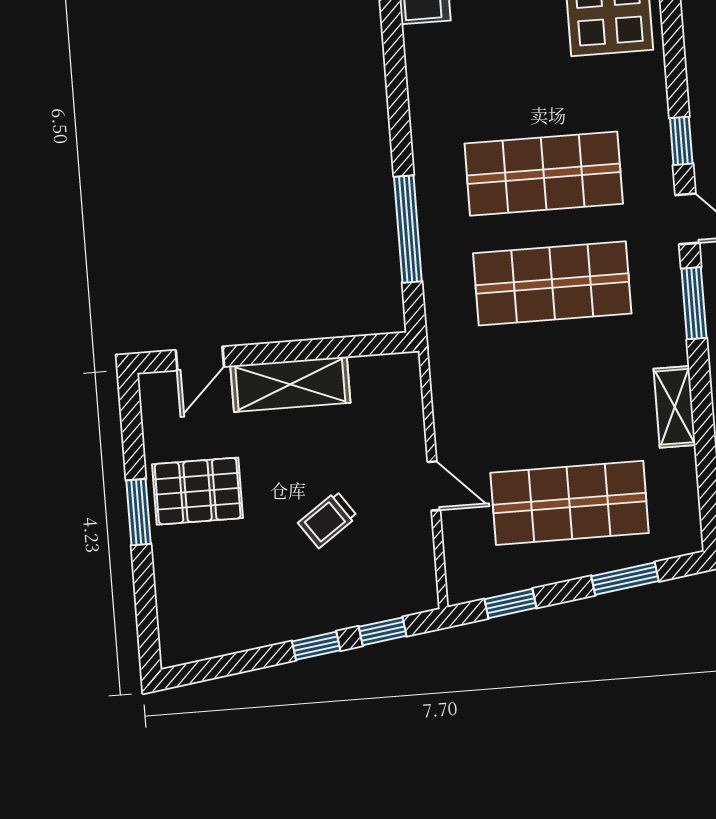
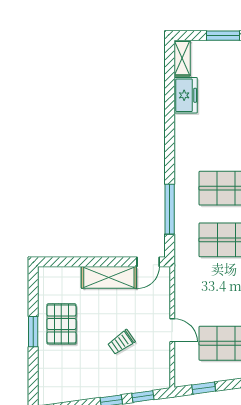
door: (200, 358) -> (148, 262), moved
pallet: (198, 491) -> (61, 324), turned 90

